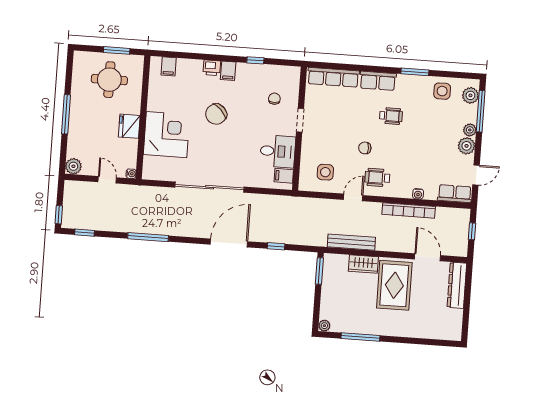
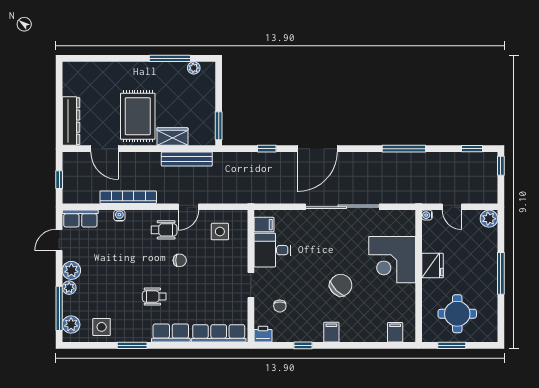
printer: (212, 68) -> (263, 334), moved
plant: (324, 326) -> (194, 68), moved

